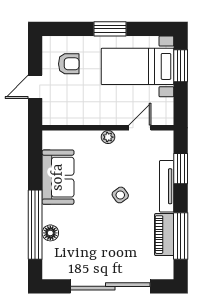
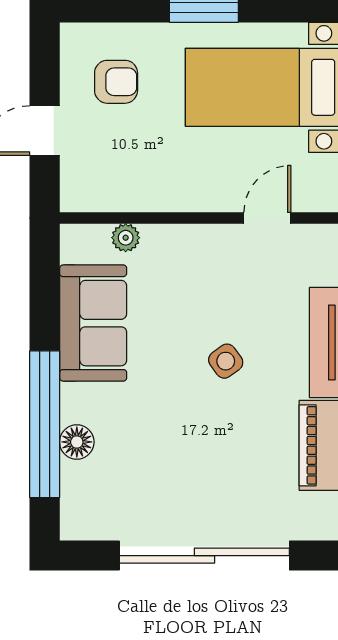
plant: (108, 137) -> (126, 238), moved

